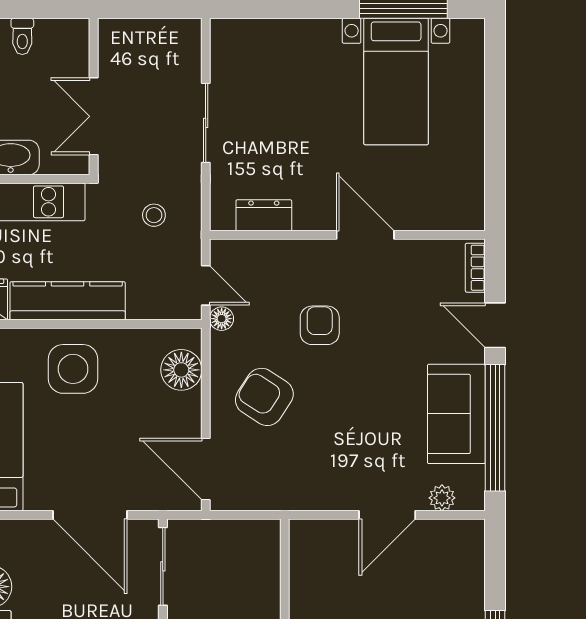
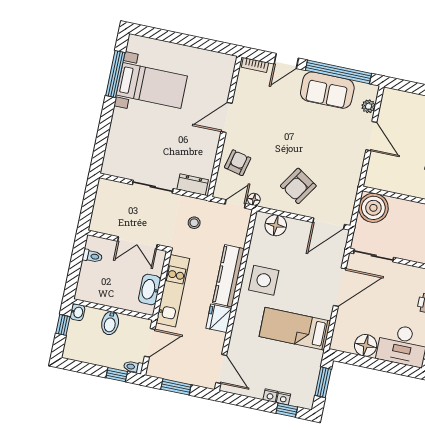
toilet: (22, 36) -> (92, 256), moved
dresser: (264, 215) -> (193, 185), moved, turned 90
armchair: (320, 325) -> (238, 163), moved, turned 103
boiler: (253, 547) -> (373, 208), added

